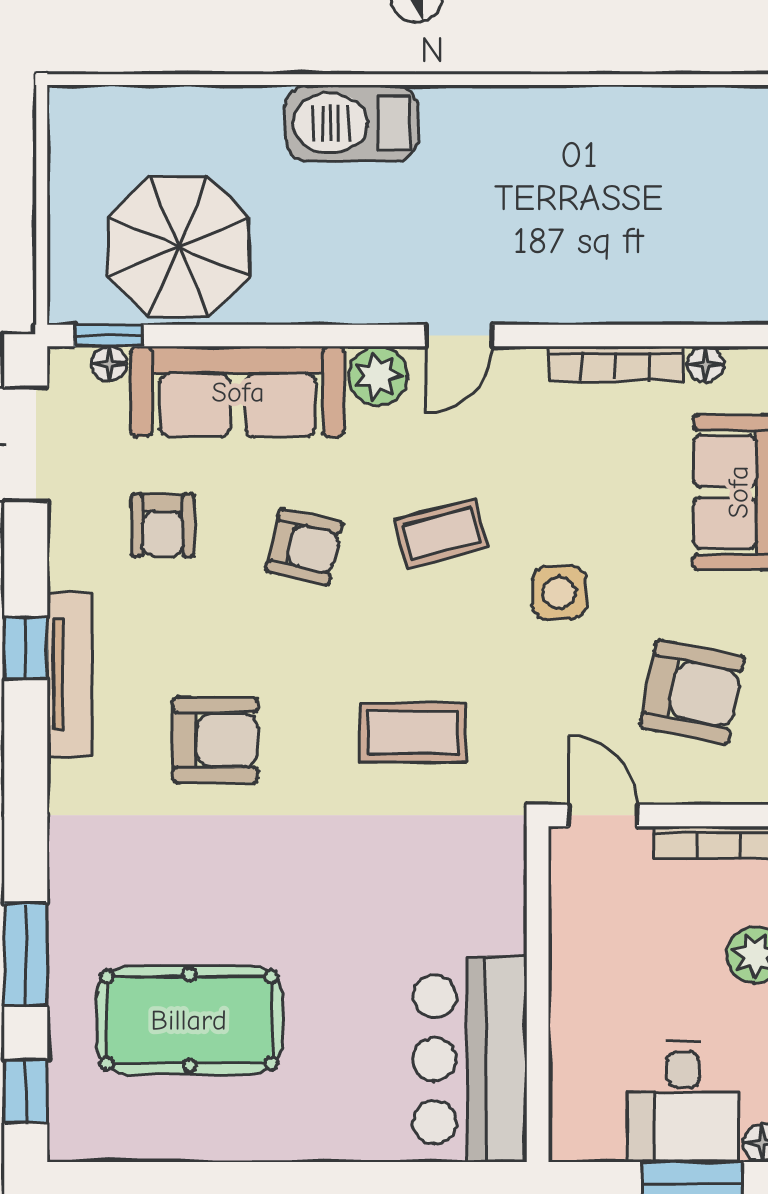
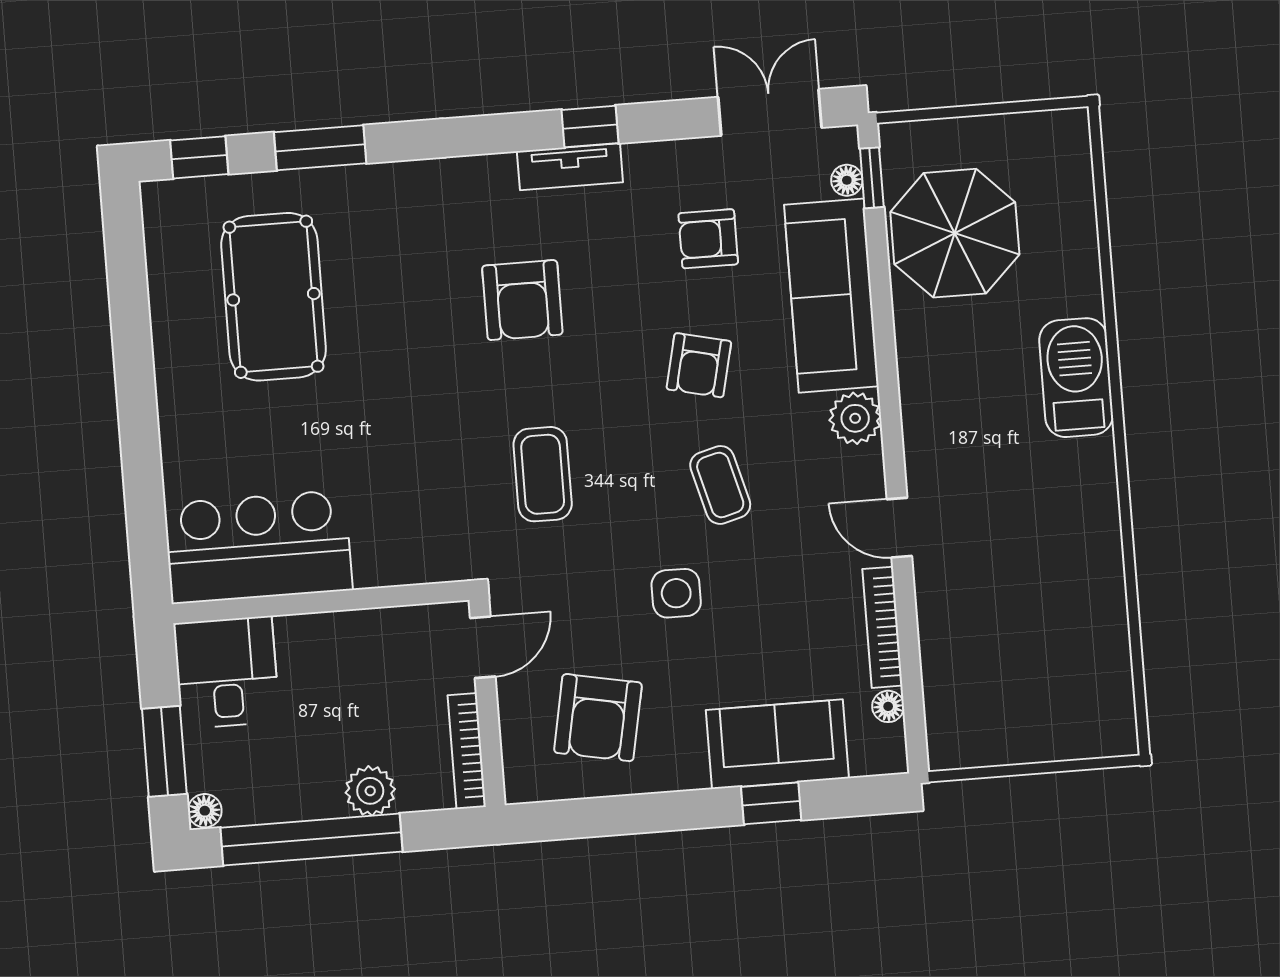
door: (459, 336) -> (899, 528), moved
tv unit: (69, 675) -> (570, 167), width x0.71
desk: (683, 1102) -> (226, 672), moved, turned 90

